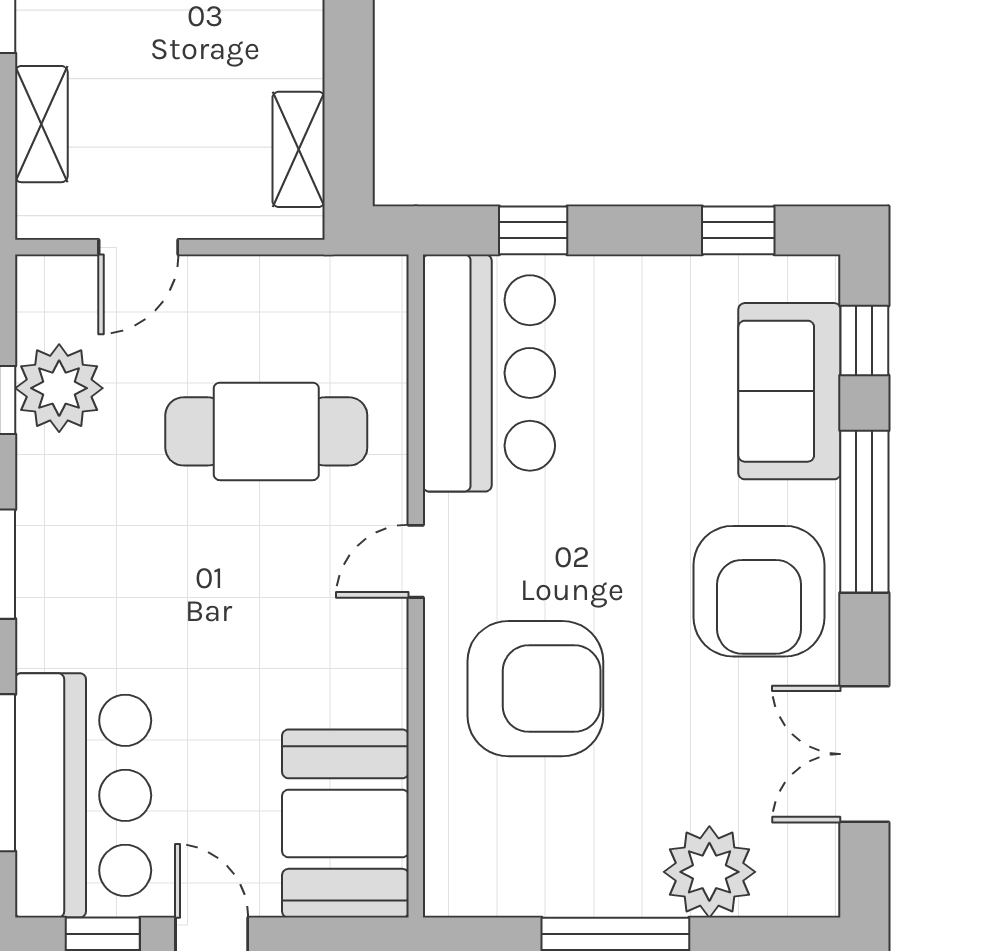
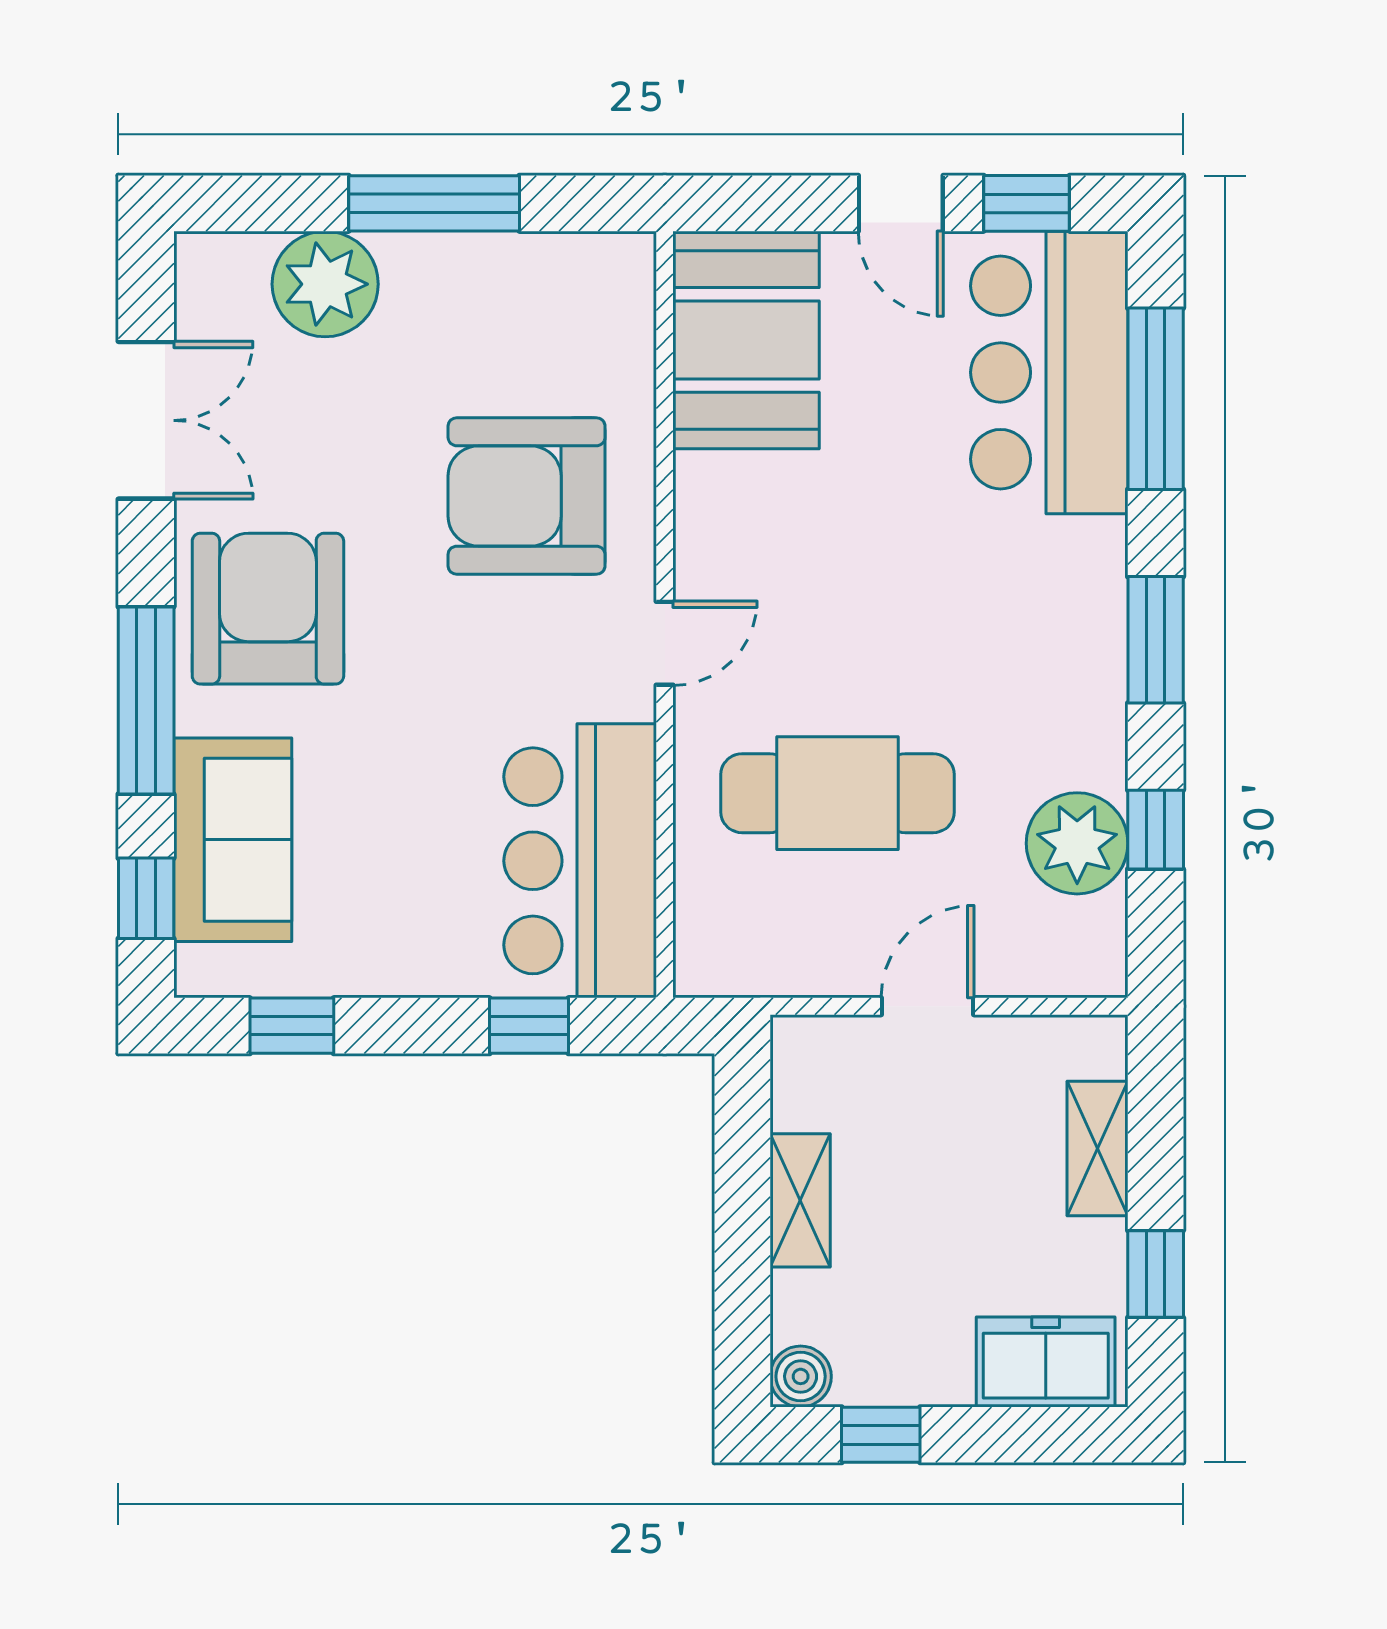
shelving: (299, 149) -> (800, 1200), moved
door: (138, 247) -> (927, 1006), moved

